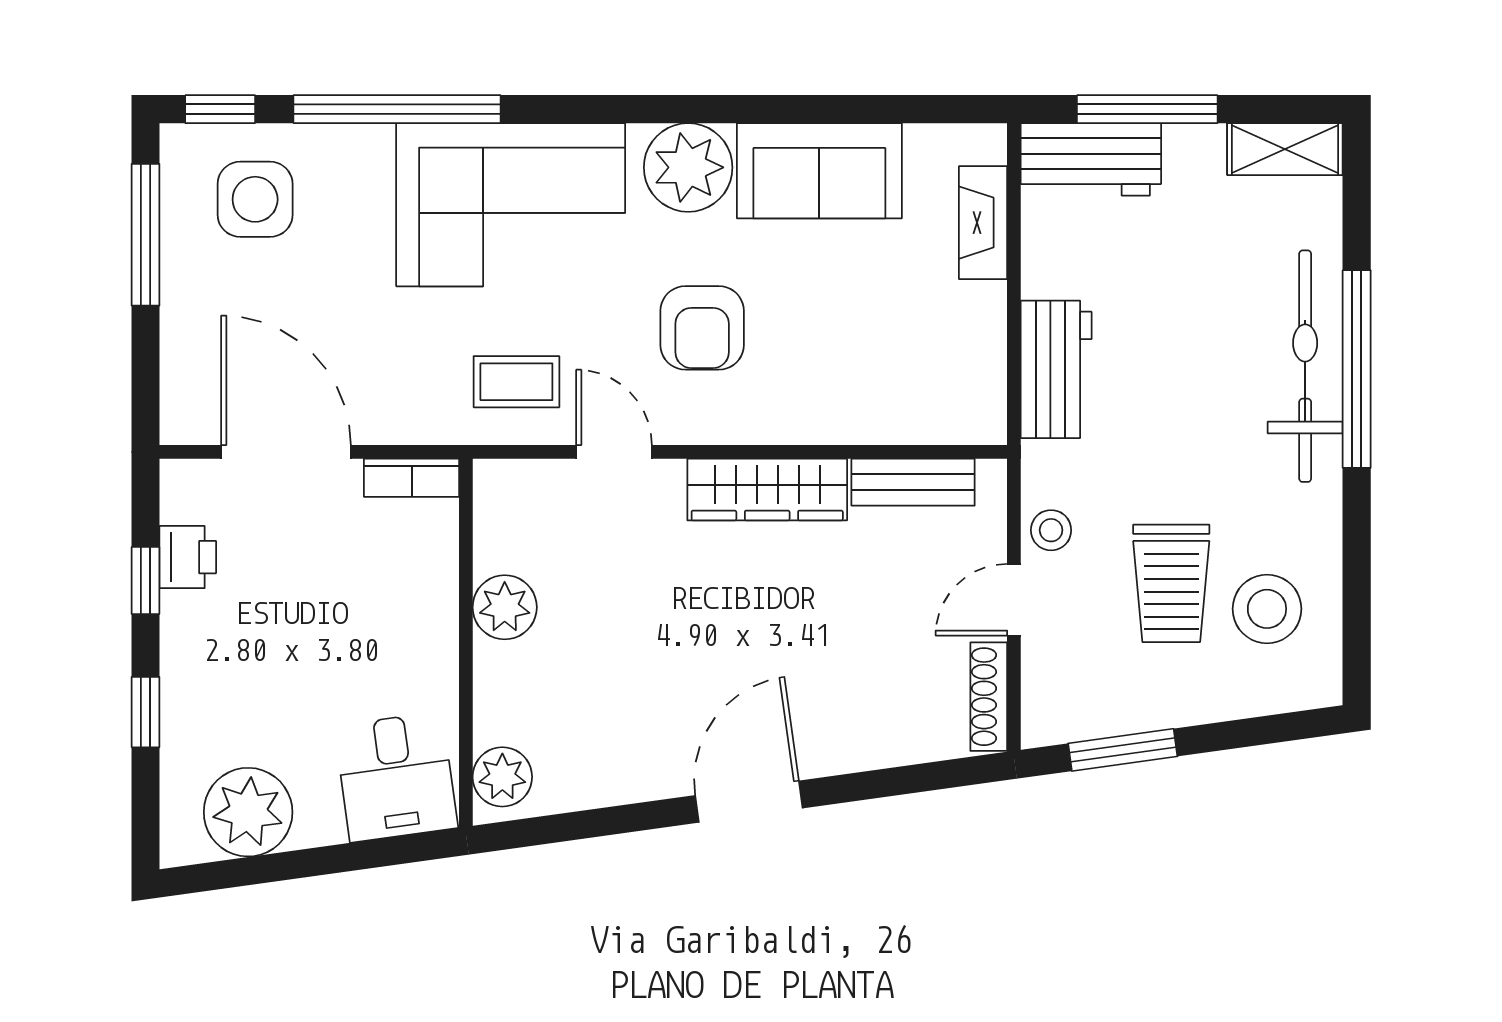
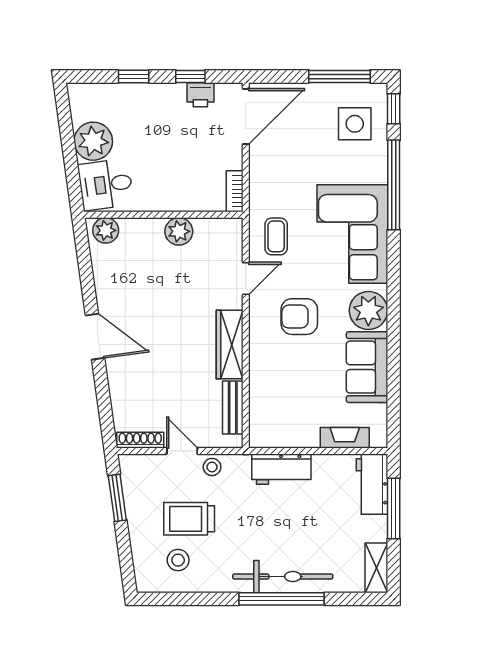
door: (286, 452) -> (246, 116), moved
stool: (1267, 609) -> (178, 560), width x0.73, depth x0.73
plant: (248, 812) -> (93, 141), moved

